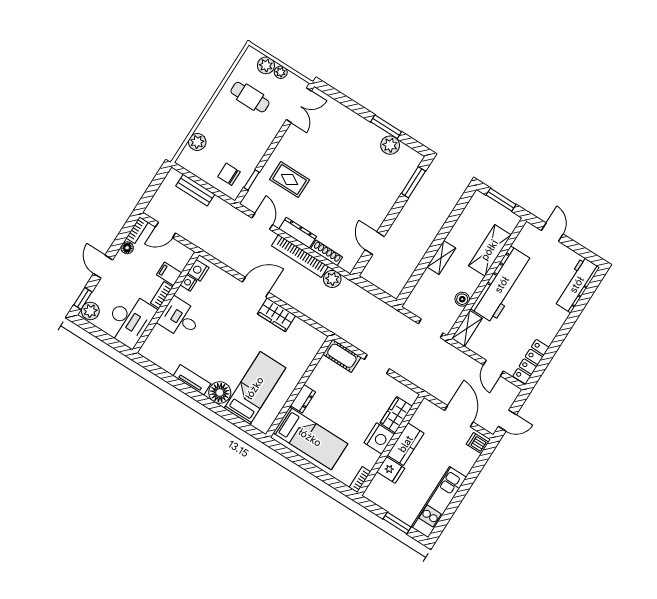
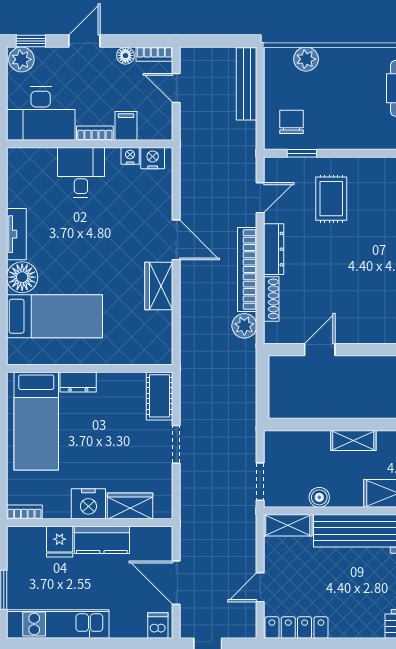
bench: (195, 190) -> (247, 84), width x1.36
door: (459, 416) -> (176, 583), swing flipped

